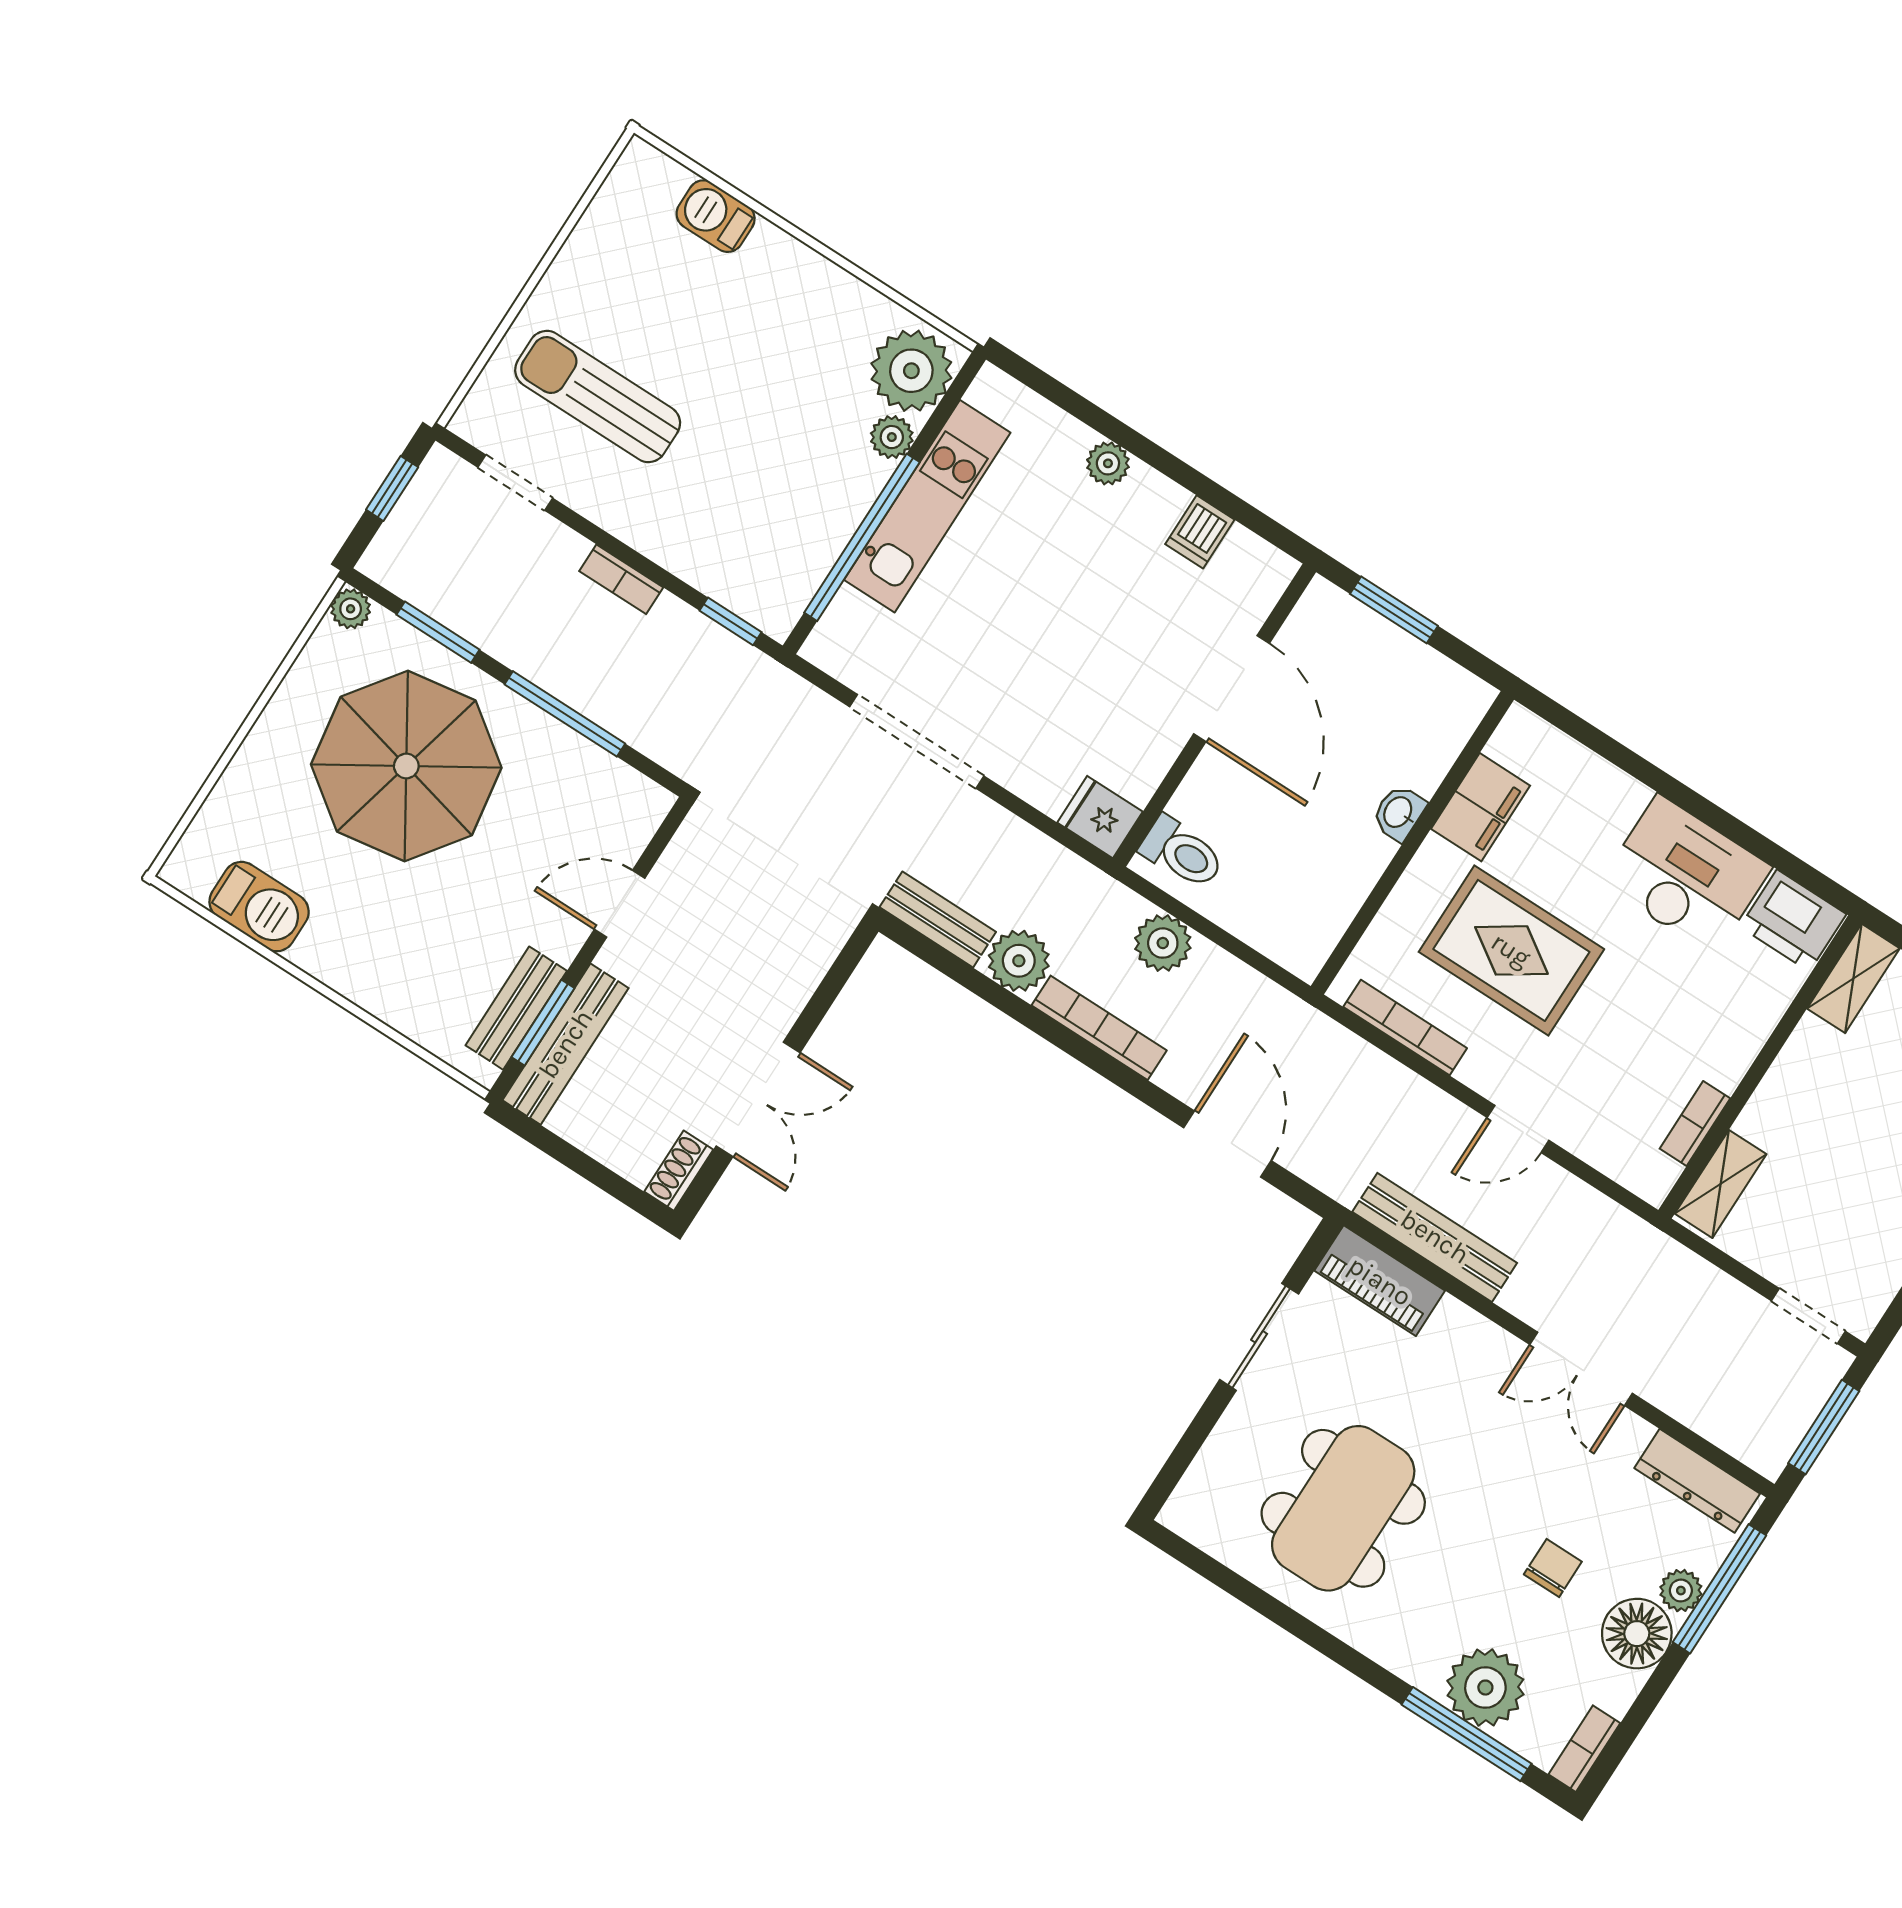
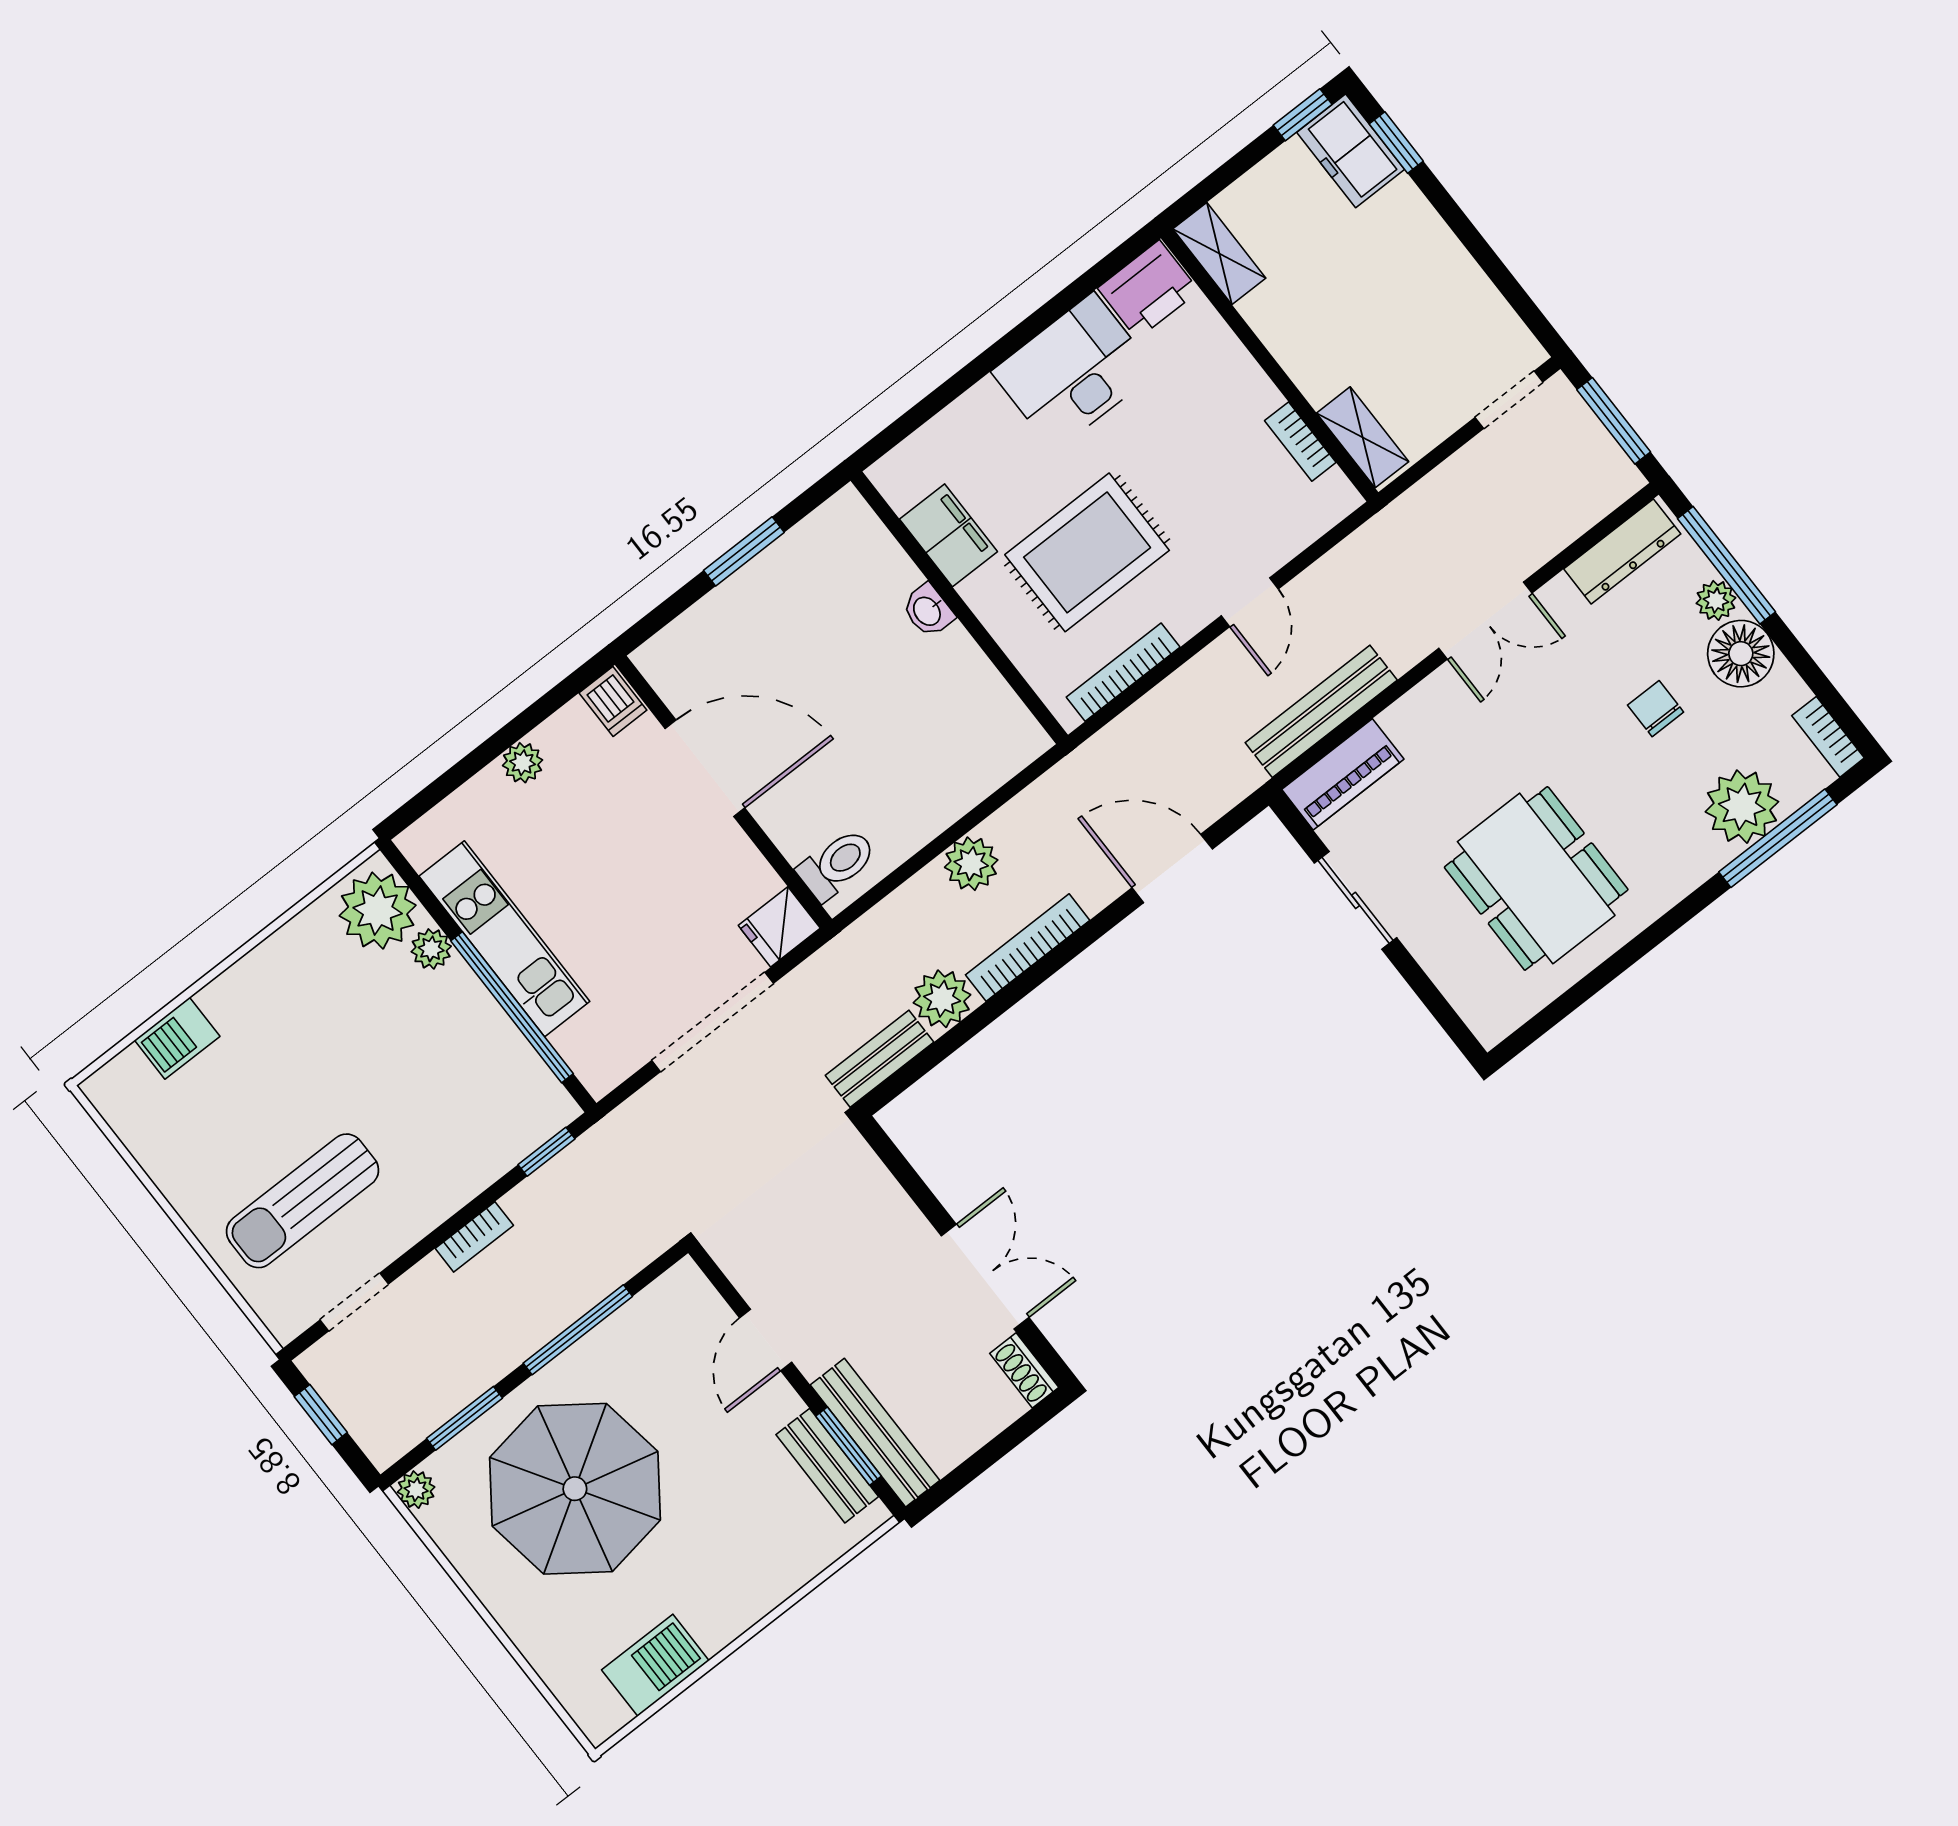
door: (1232, 689) -> (705, 768), moved
wall: (1214, 715) -> (723, 792), moved
fridge: (1100, 817) -> (779, 927), moved
toilet: (1182, 853) -> (837, 864), moved

